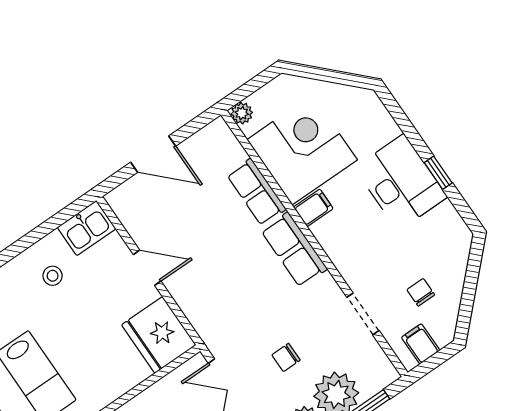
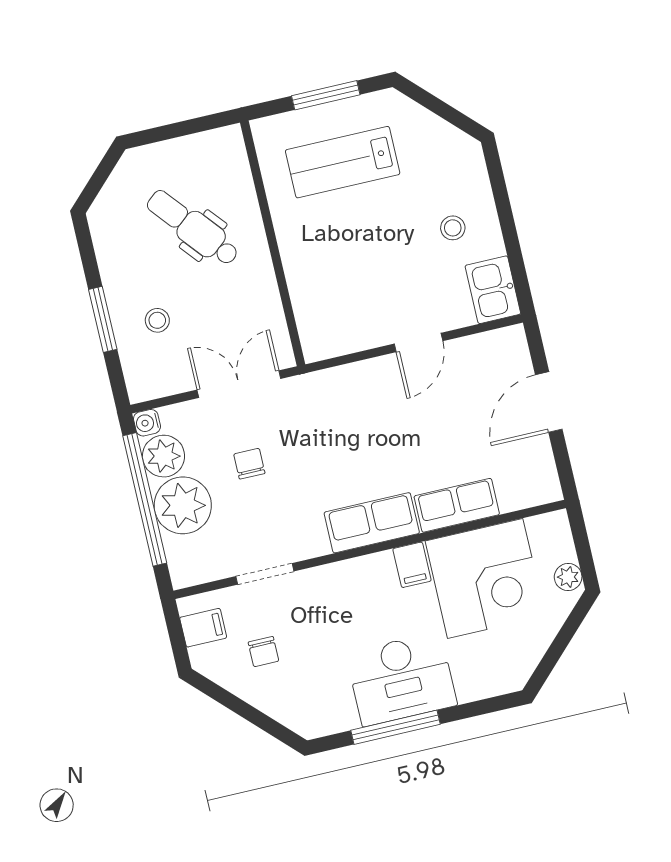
plant: (242, 113) -> (568, 577), moved
window: (438, 173) -> (396, 727), width x2.17
chair: (421, 292) -> (263, 652), turned 90
fridge: (159, 335) -> (334, 325), removed

